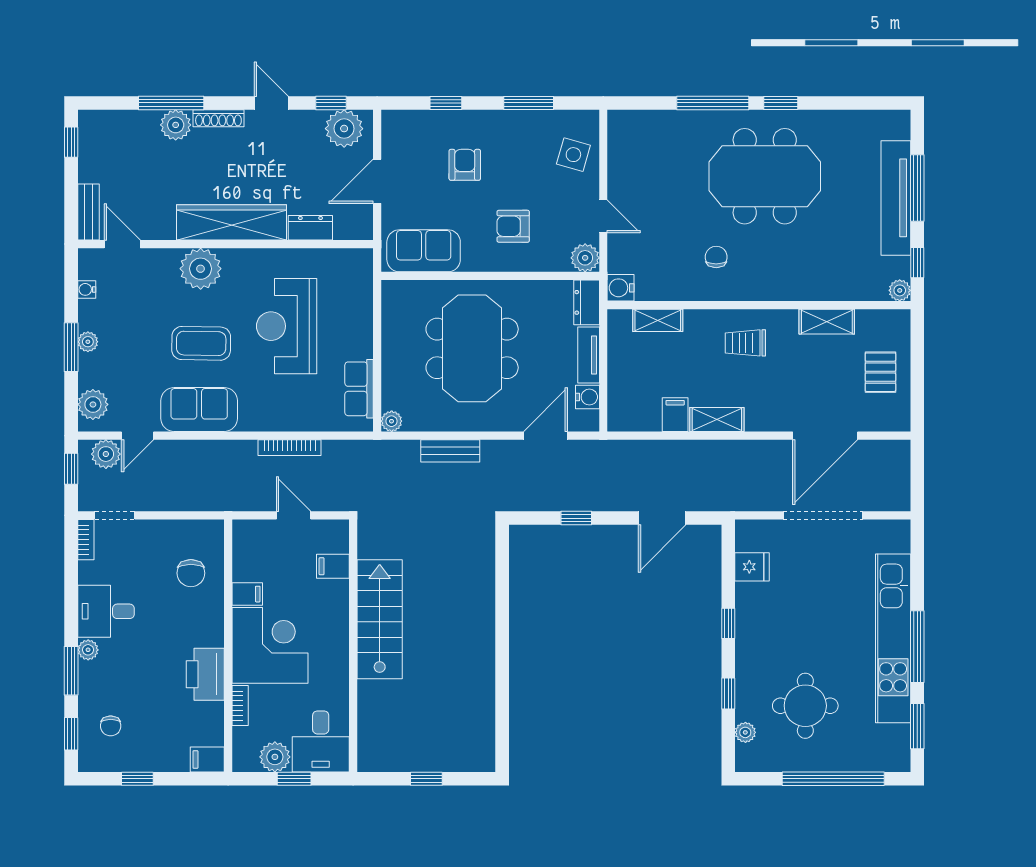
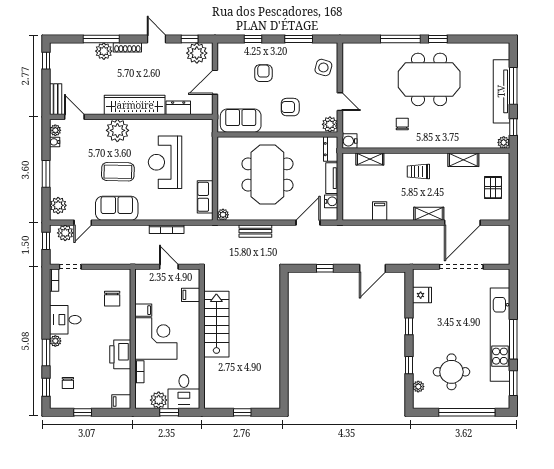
plant: (88, 342) -> (55, 130), moved
shelving: (717, 419) -> (429, 214), moved

